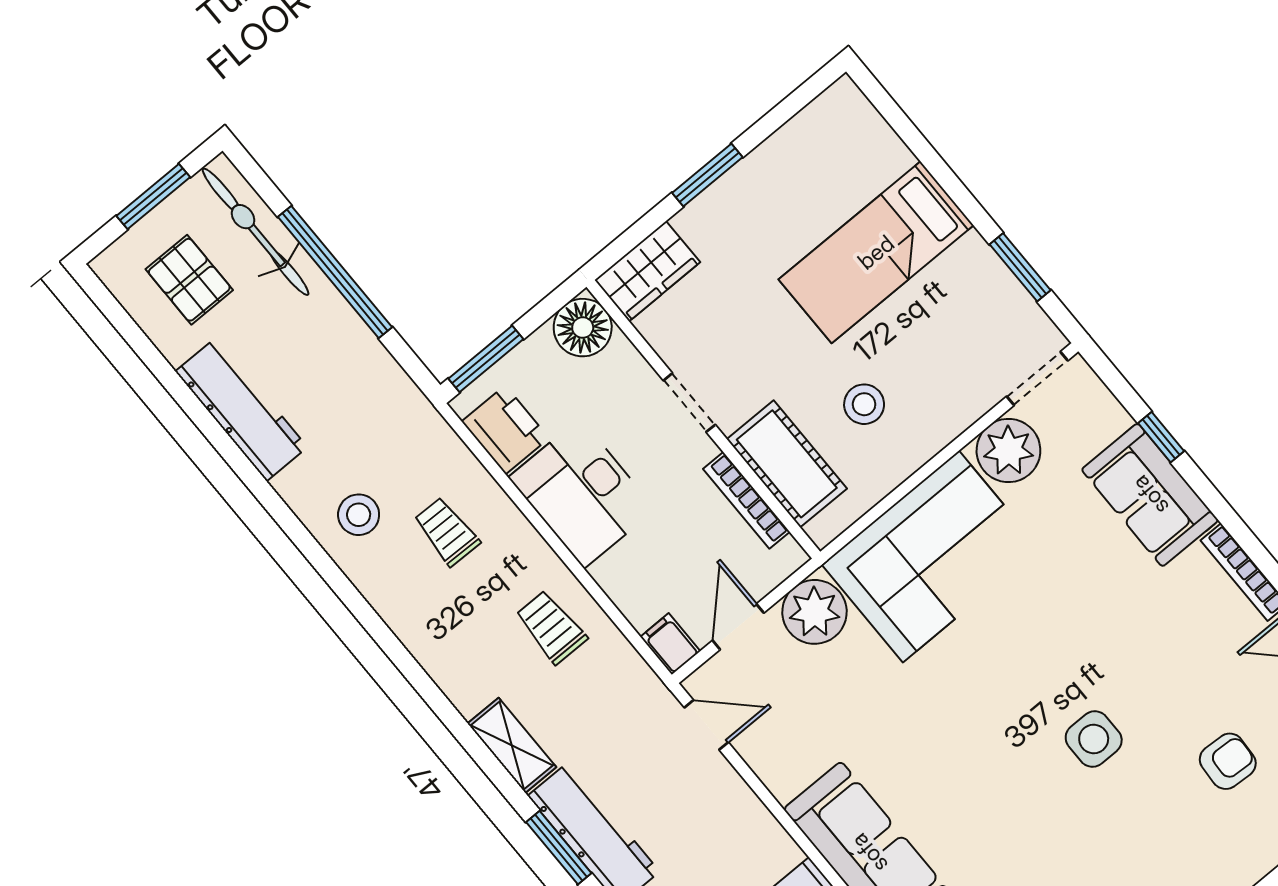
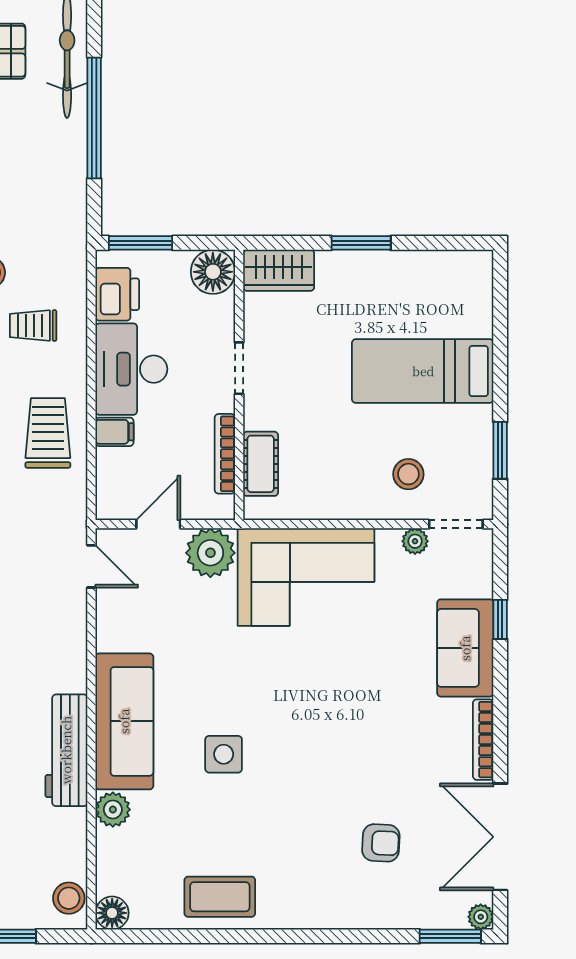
stool: (864, 404) -> (408, 474), moved
plant: (1008, 450) -> (415, 541), width x0.53, depth x0.53
cot: (787, 464) -> (261, 464), width x0.73, depth x0.75
trolley: (447, 532) -> (33, 326), turned -91
trolley: (551, 627) -> (48, 433), width x1.36, depth x1.39
filing cabinet: (670, 644) -> (115, 432), moved, turned 90
side table: (1094, 739) -> (224, 754), moved

